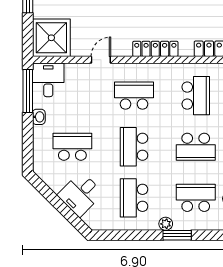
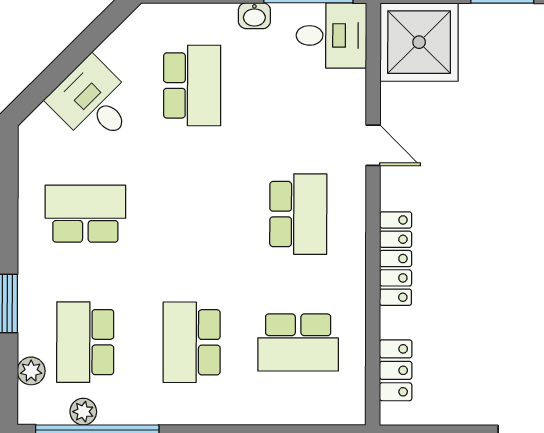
school desk: (134, 147) -> (192, 214), removed
school desk: (196, 198) -> (85, 342), turned 180
plant: (166, 224) -> (31, 371), moved

